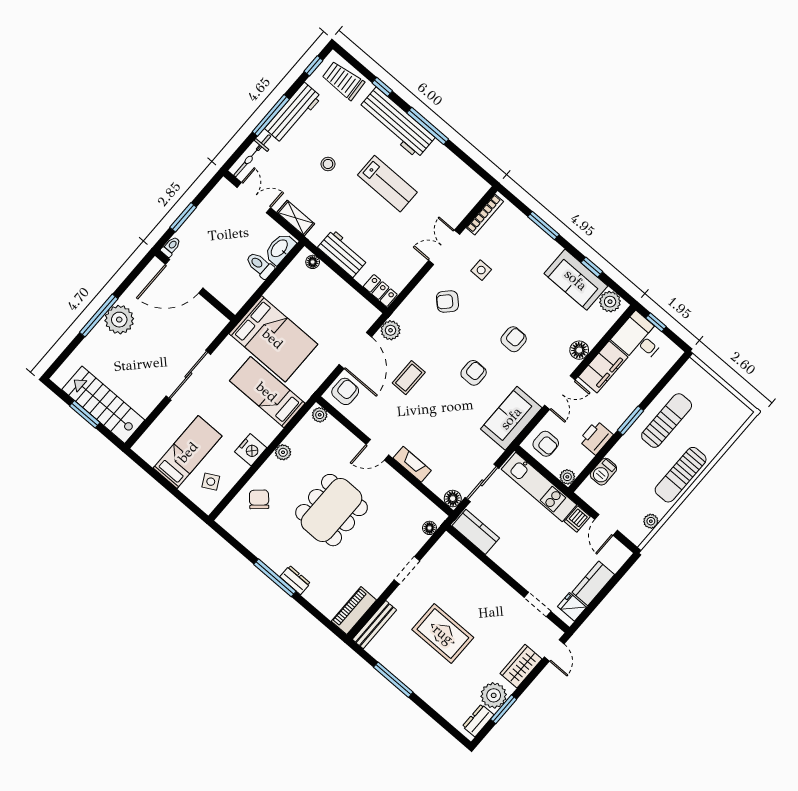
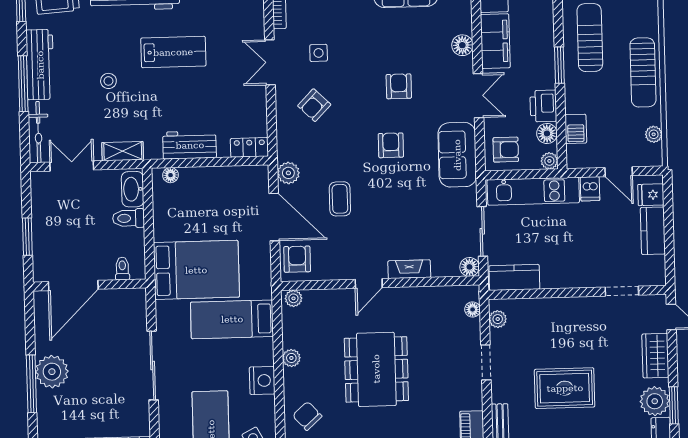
toilet: (171, 247) -> (122, 269), moved
floor lamp: (582, 458) -> (547, 133), added
plant: (440, 549) -> (498, 319), added
fridge: (572, 607) -> (651, 195), moved

